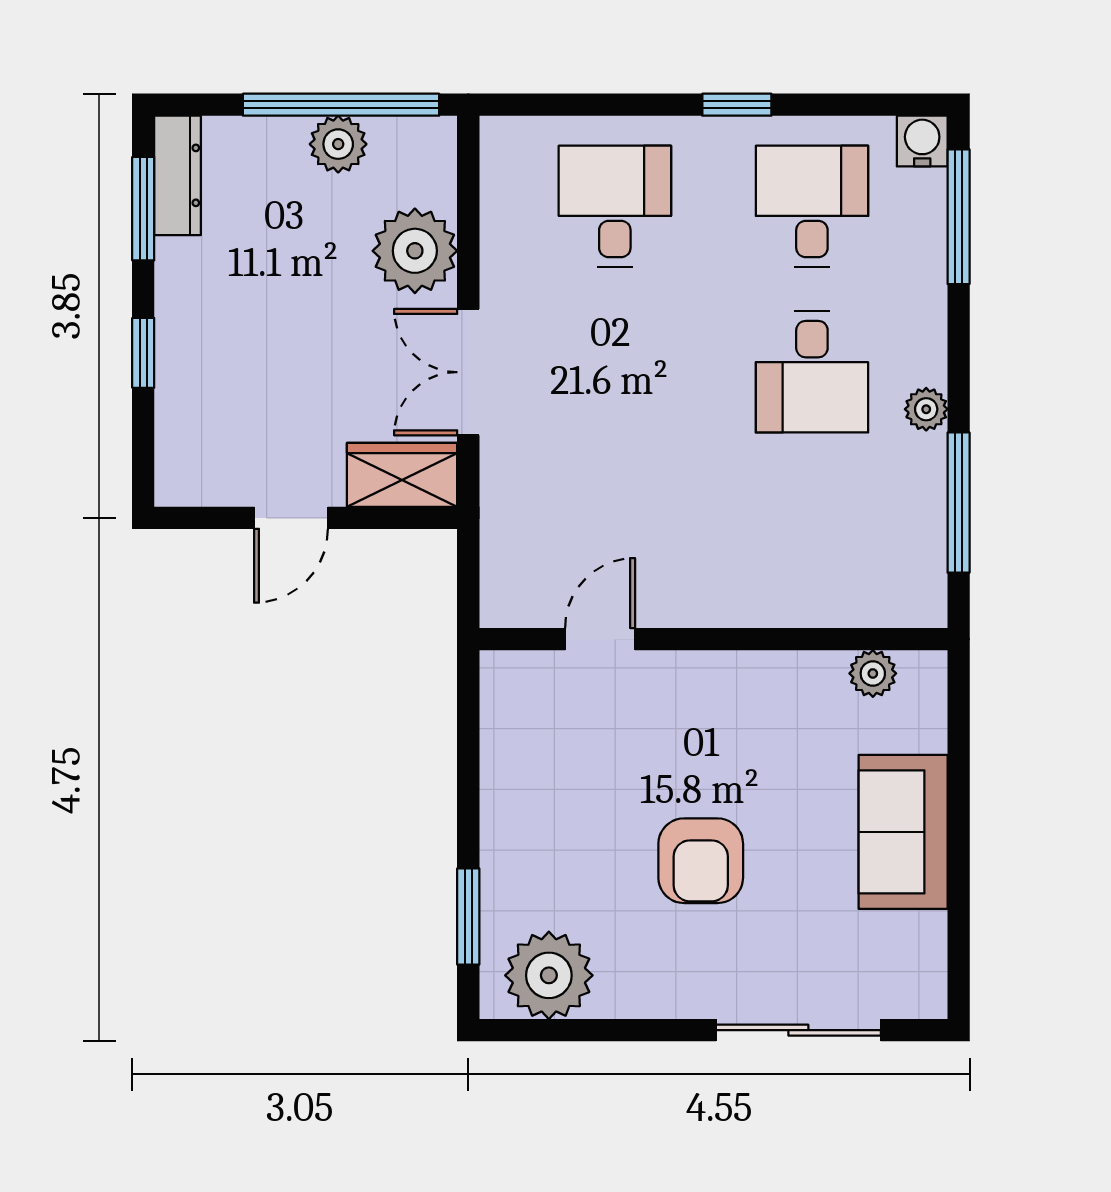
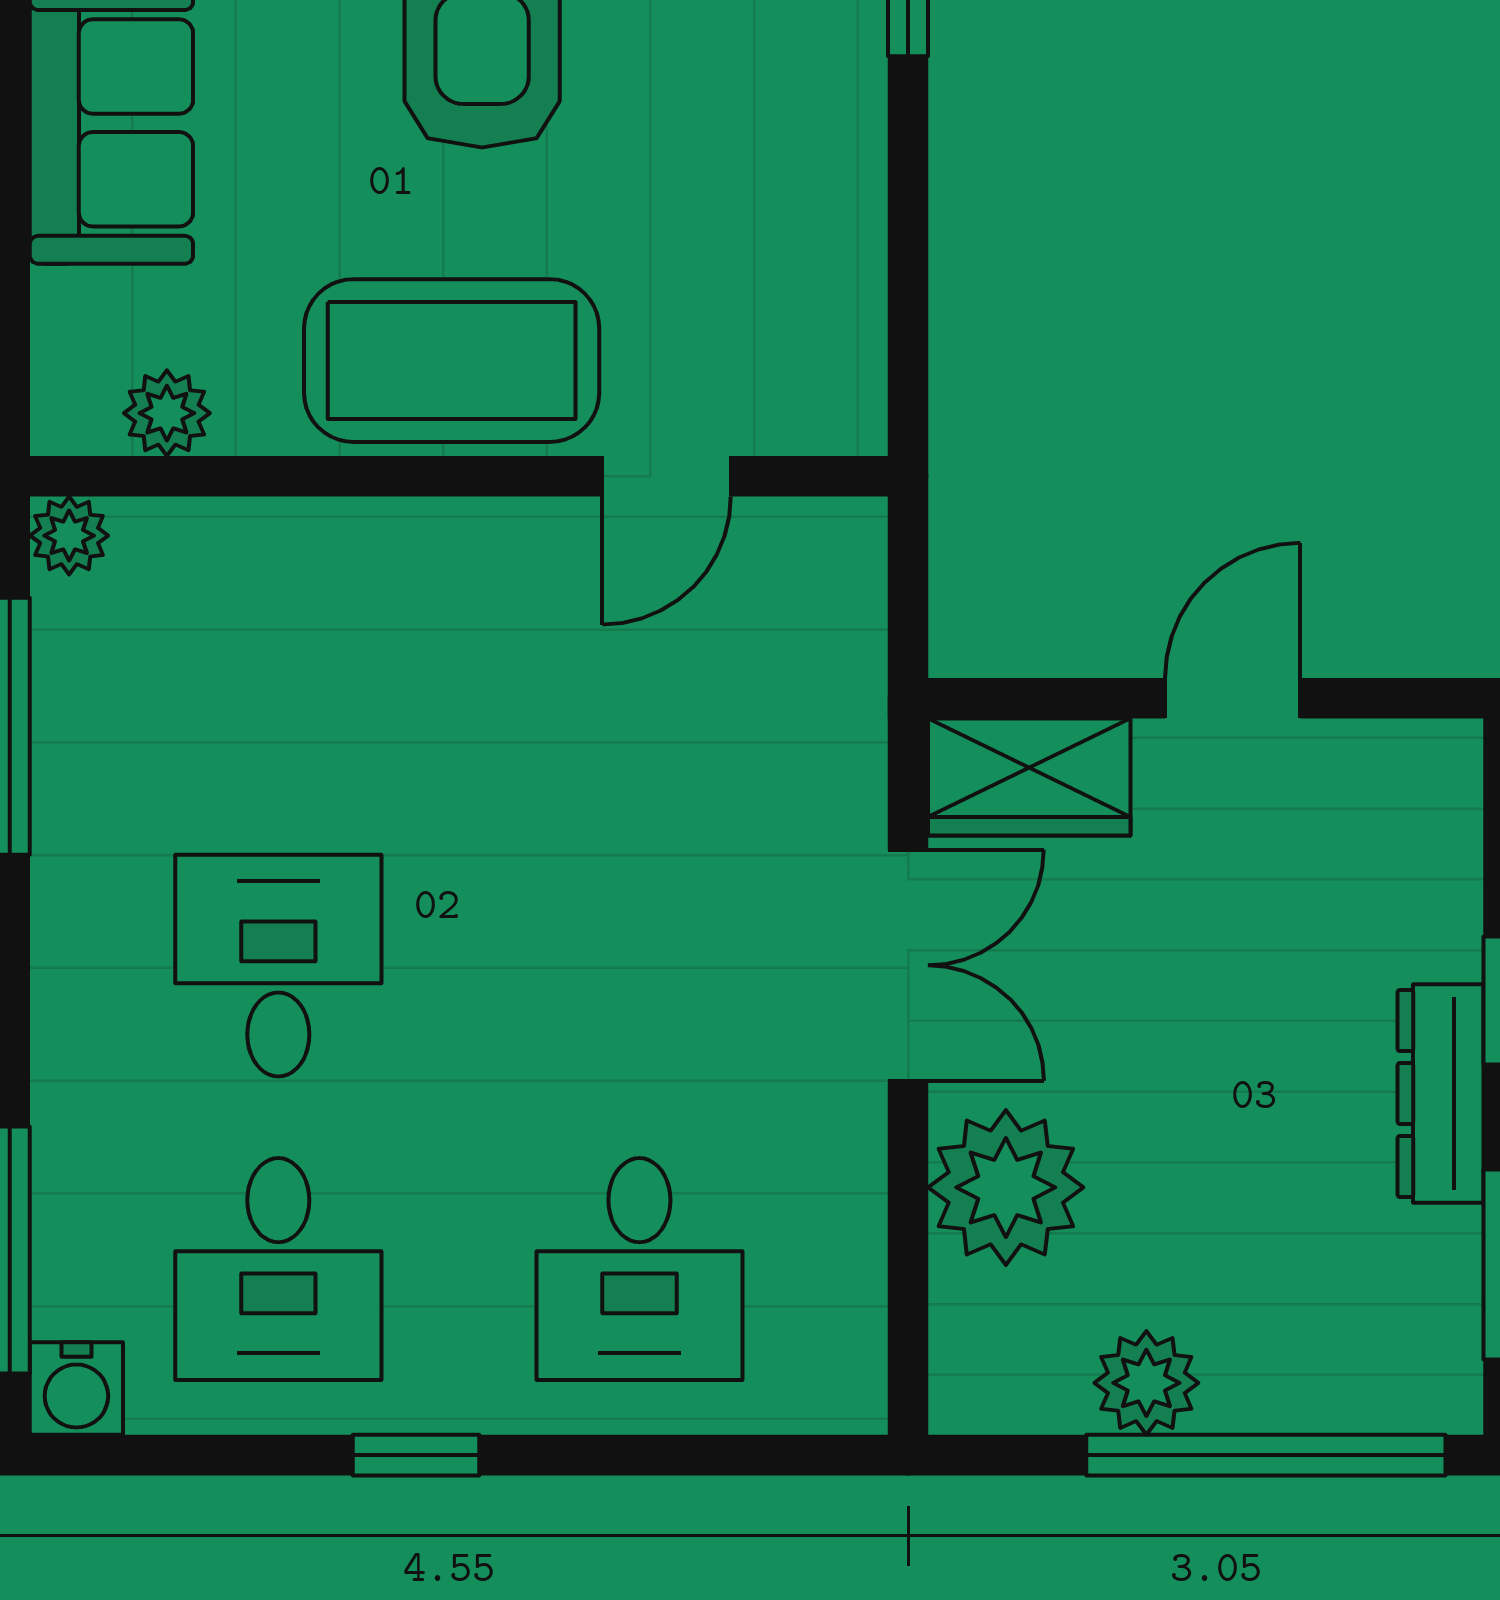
window: (341, 105) -> (1266, 1455), moved
dresser: (178, 175) -> (1440, 1094), moved
plant: (926, 409) -> (69, 536), moved
coffee table: (717, 702) -> (452, 361), added

